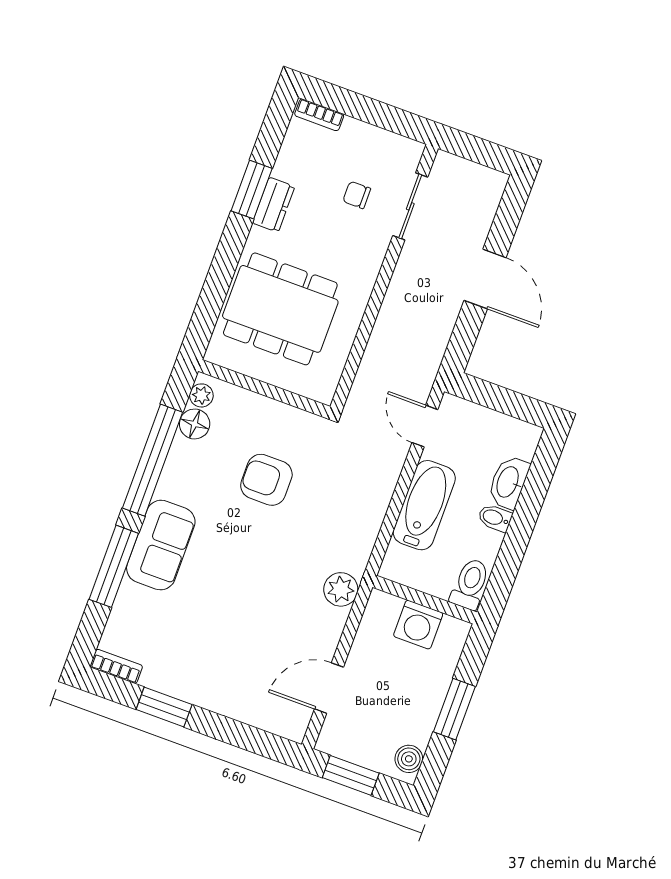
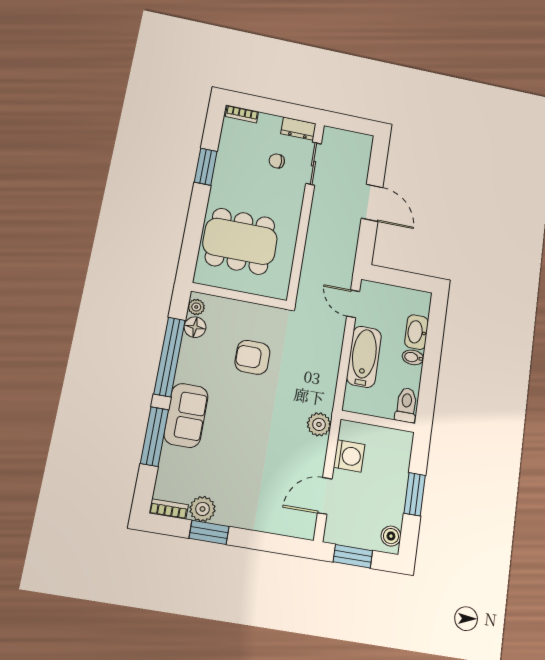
dresser: (274, 205) -> (298, 129), moved, turned 90
washing machine: (418, 625) -> (349, 456), moved, turned -90
plant: (161, 675) -> (203, 509), added

